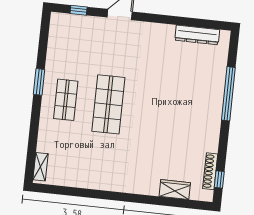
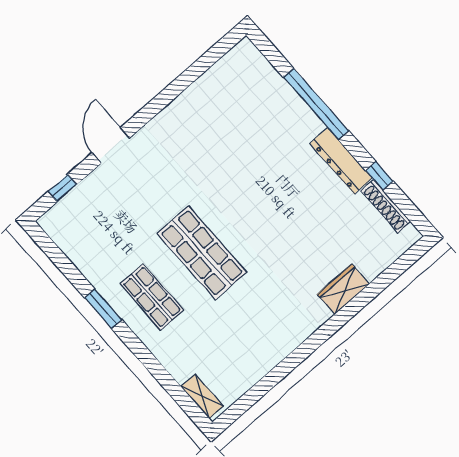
dresser: (197, 35) -> (341, 161), moved, turned 90
window: (219, 179) -> (379, 176), moved
wardrobe: (175, 190) -> (343, 289), moved

